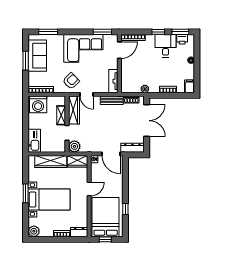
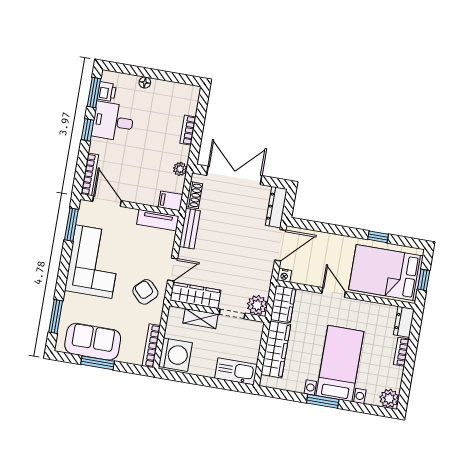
filing cabinet: (190, 86) -> (170, 201), moved

